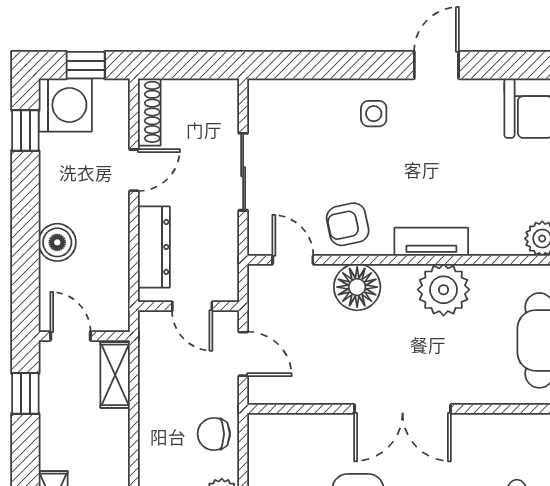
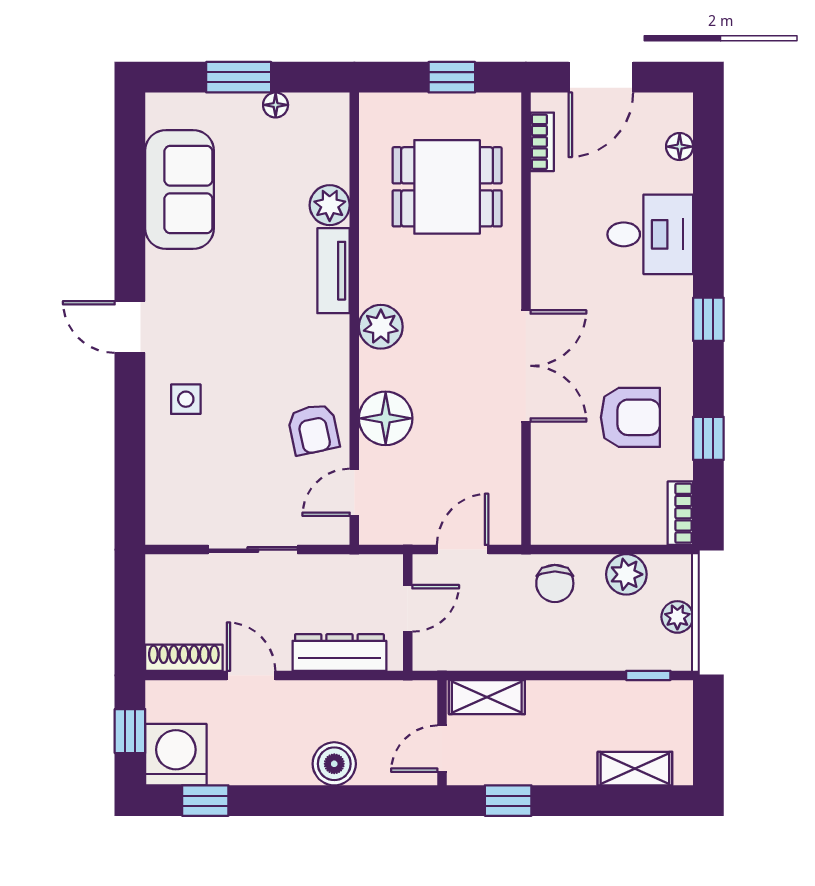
tv unit: (431, 242) -> (333, 271), moved
plant: (444, 290) -> (381, 327), width x0.73, depth x0.73

